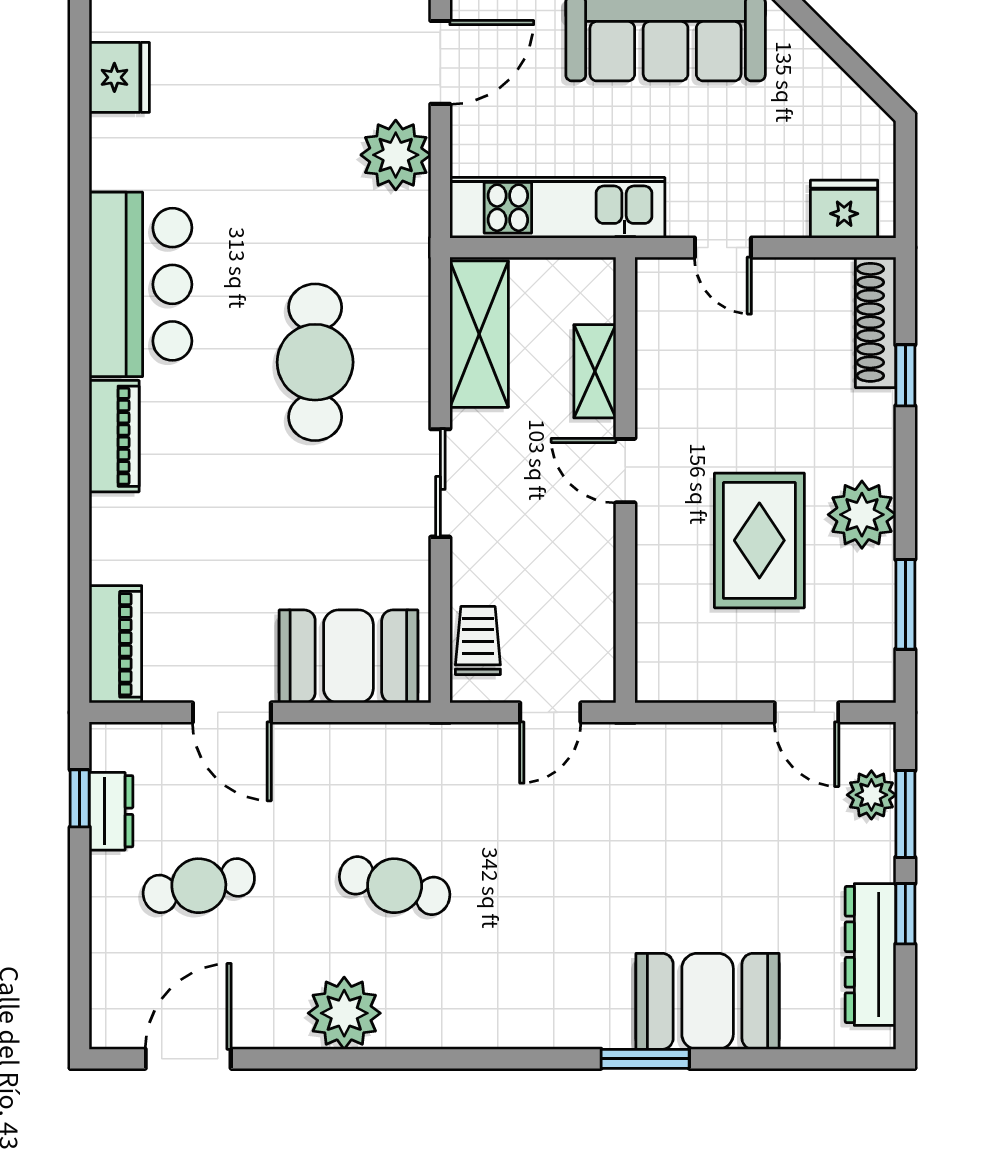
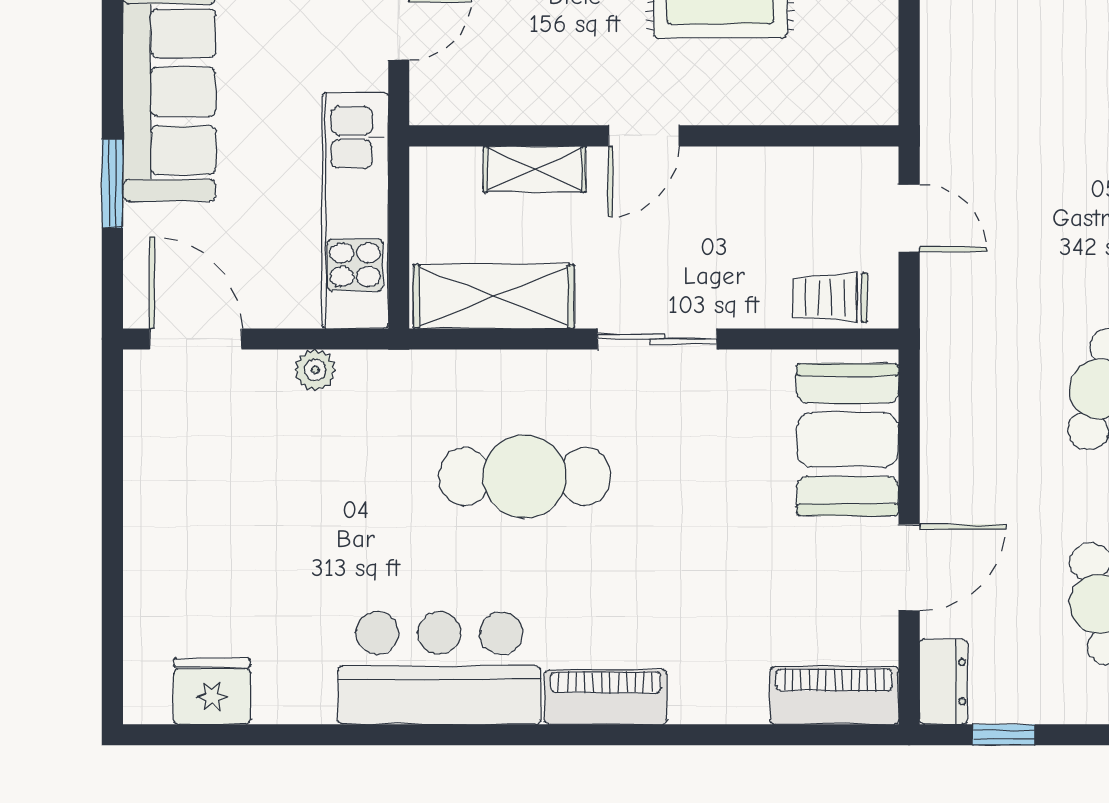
plant: (396, 155) -> (315, 370), width x0.53, depth x0.53
dresser: (111, 811) -> (943, 682), moved, turned 90

